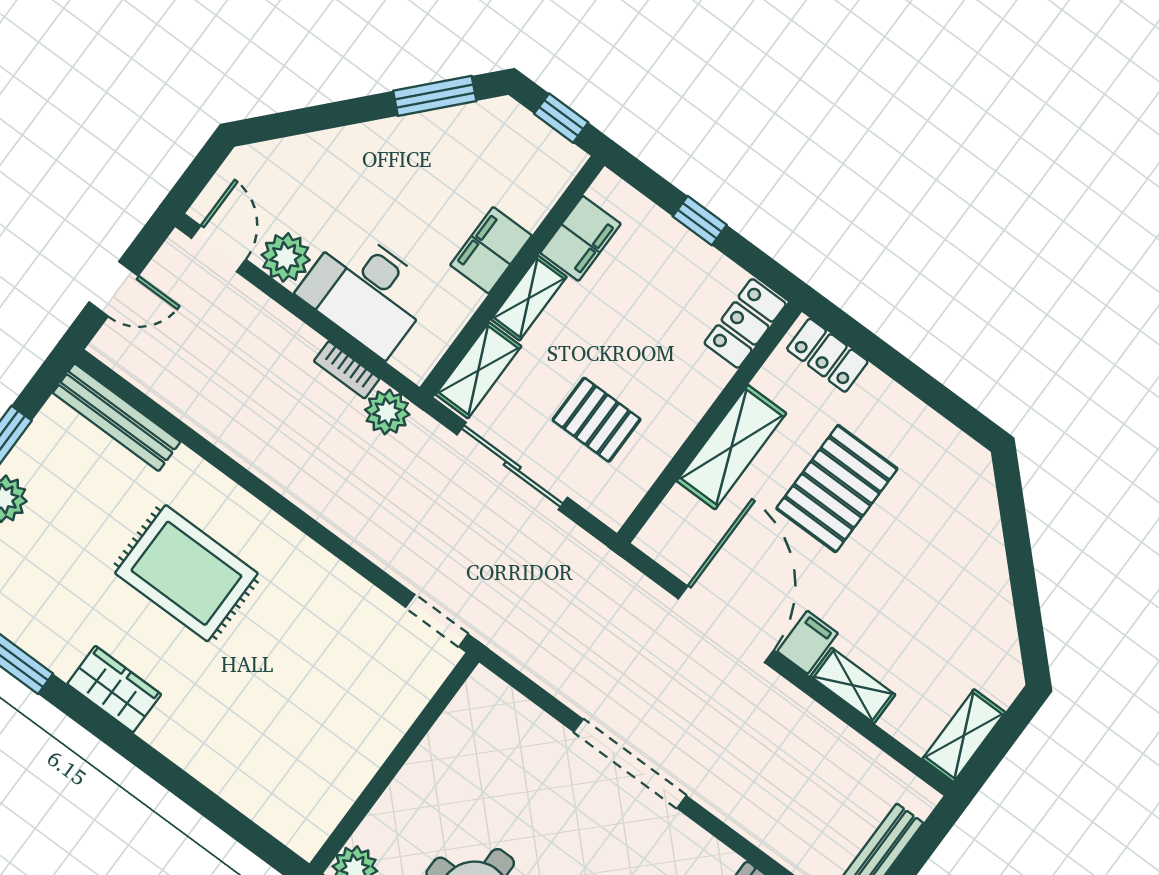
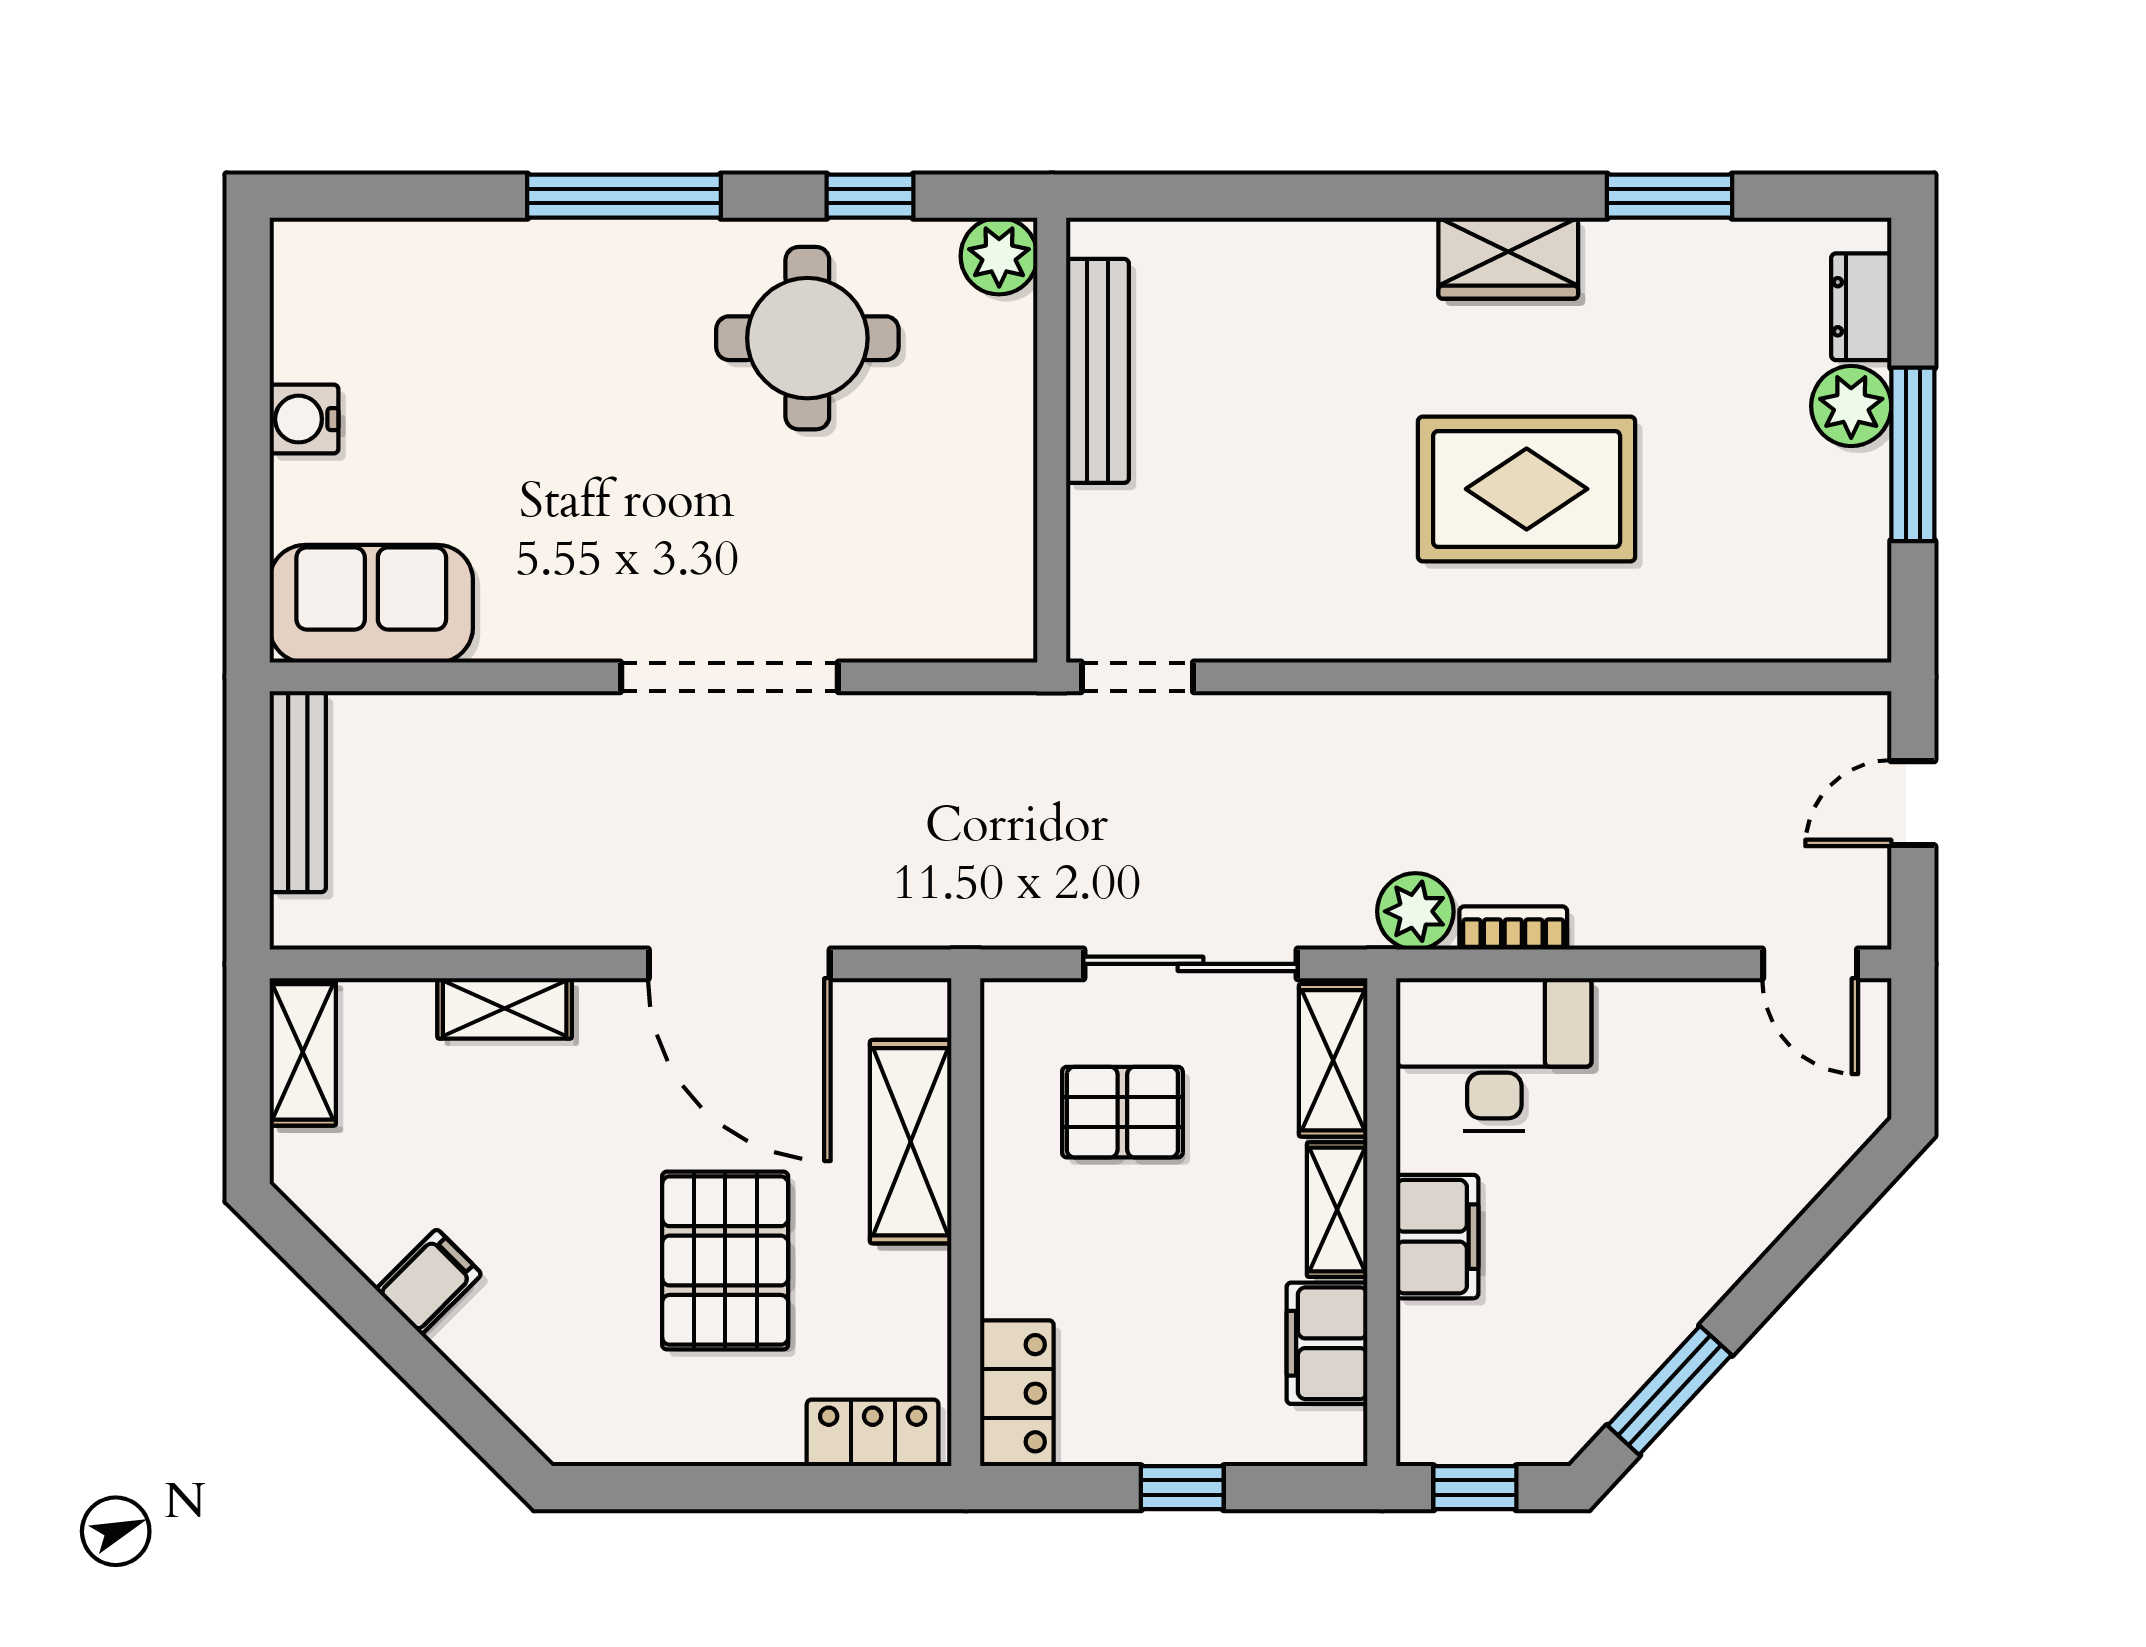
plant: (286, 257) -> (1710, 1020), removed
desk: (366, 292) -> (1494, 1054), moved
bench: (117, 417) -> (1097, 371), moved, turned 90
shelving: (731, 447) -> (911, 1142), moved
filing cabinet: (808, 642) -> (429, 1282), moved, turned -135

